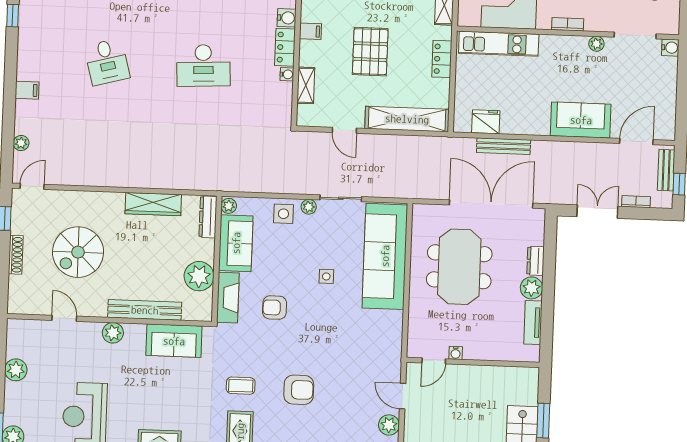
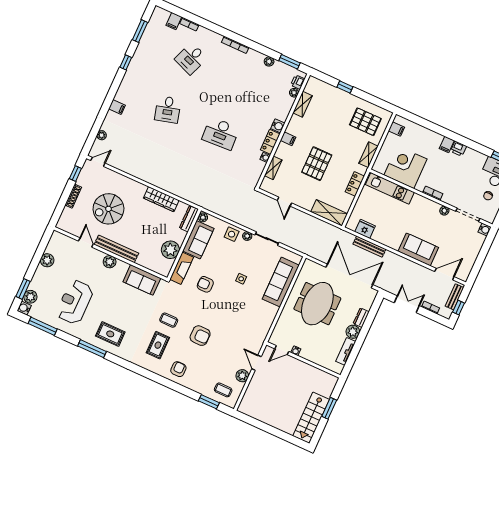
shelving: (407, 119) -> (329, 213), width x0.68
sofa: (385, 256) -> (281, 282), width x0.74, depth x0.79
bench: (145, 310) -> (116, 249), moved

